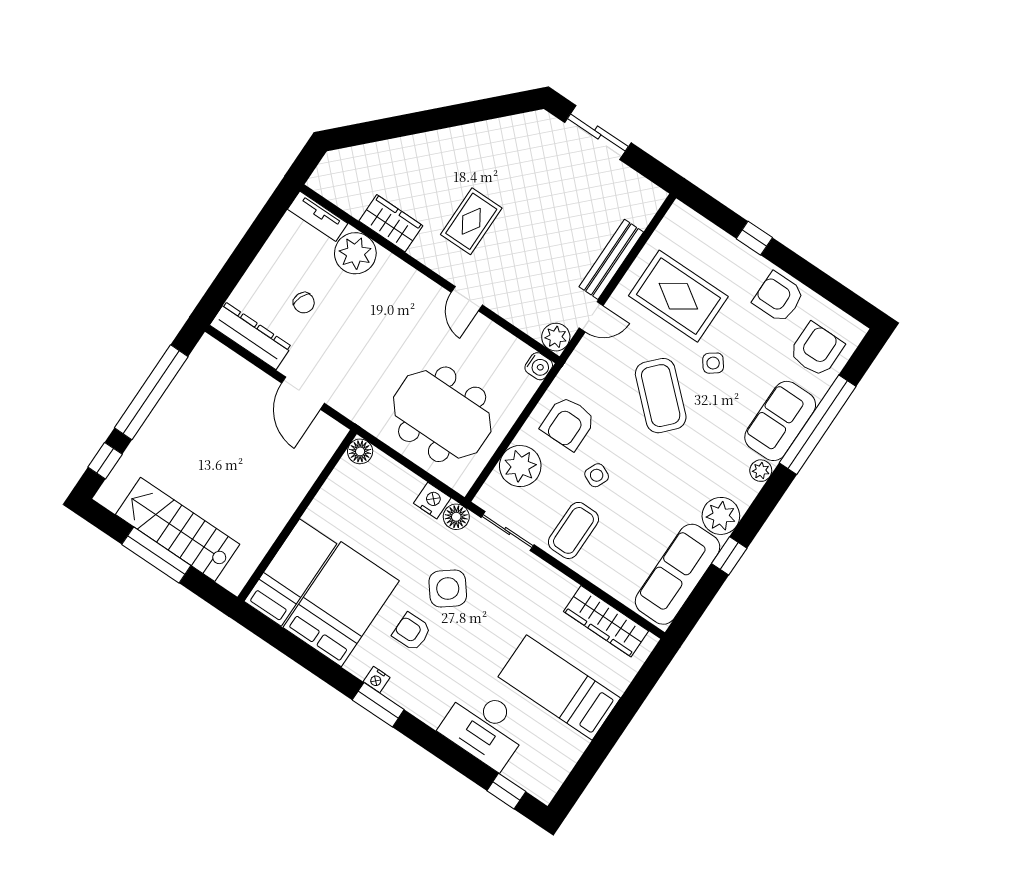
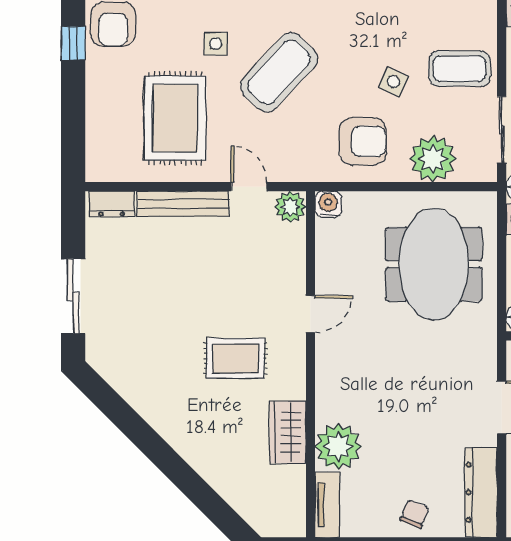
dresser: (647, 207) -> (112, 204), added
window: (754, 238) -> (73, 43), moved
chair: (304, 303) -> (415, 514), moved
side table: (713, 363) -> (216, 44), turned 37

